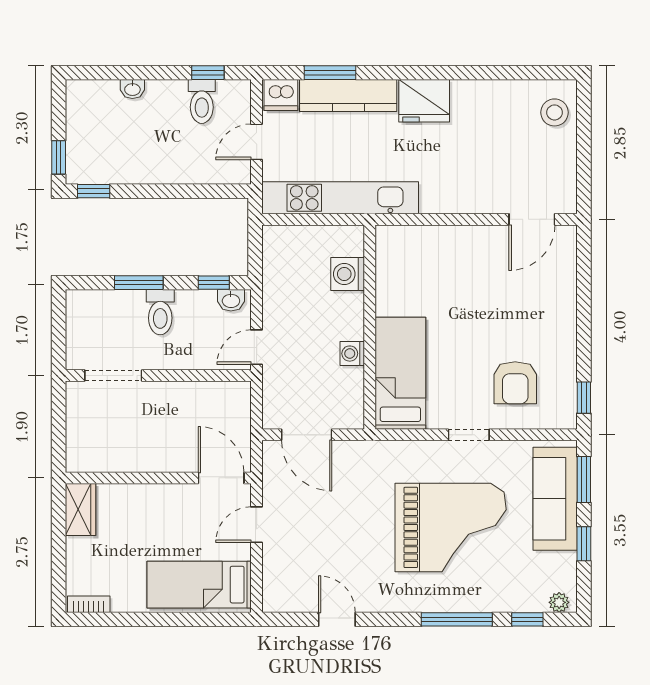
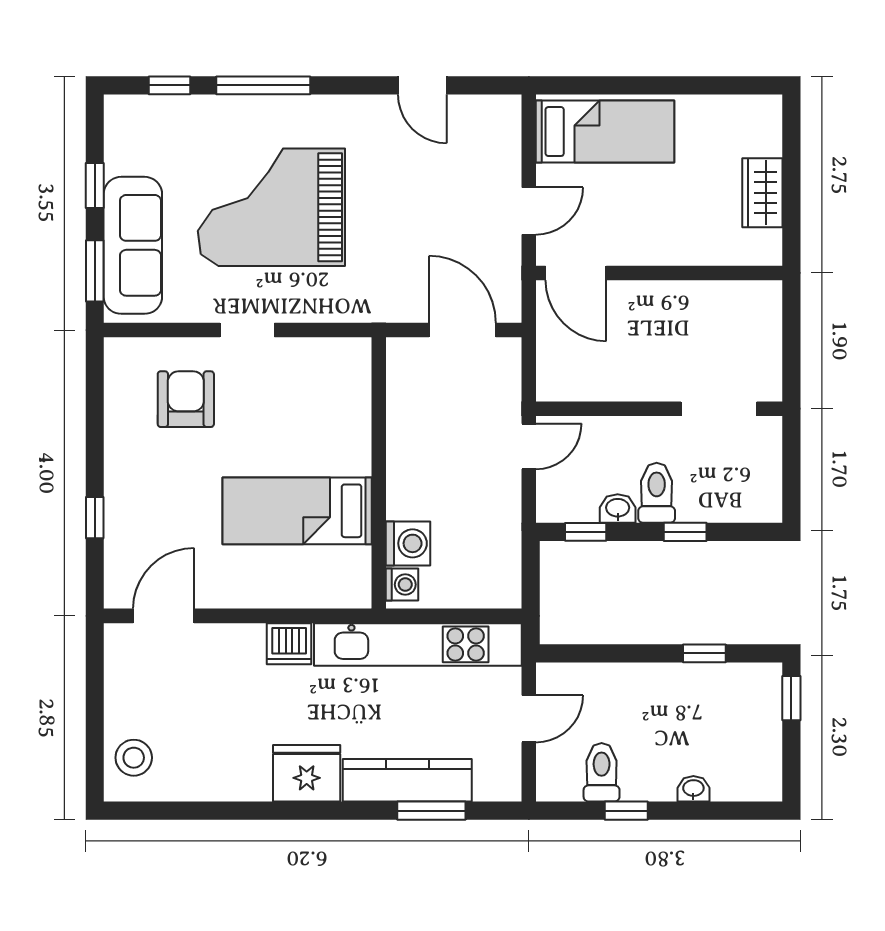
window: (208, 73) -> (626, 811), moved
dishwasher: (281, 95) -> (289, 644), moved, turned 180
window: (94, 191) -> (704, 653), moved
window: (139, 283) -> (685, 532), width x0.67
washbasin: (231, 300) -> (618, 509), moved
washing machine: (352, 354) -> (402, 585), moved
bed: (400, 373) -> (297, 511), moved, turned 90
window: (584, 398) -> (95, 518), moved
wardrobe: (80, 509) -> (762, 193), moved
plant: (559, 602) -> (128, 108), removed
bookcase: (89, 604) -> (751, 105), removed

